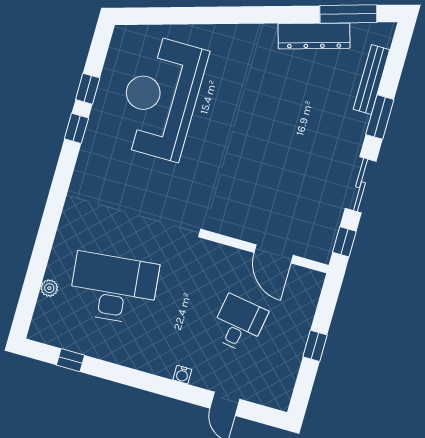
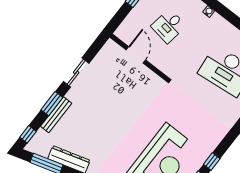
bench: (371, 80) -> (56, 115), moved
window: (344, 242) -> (28, 134), moved

